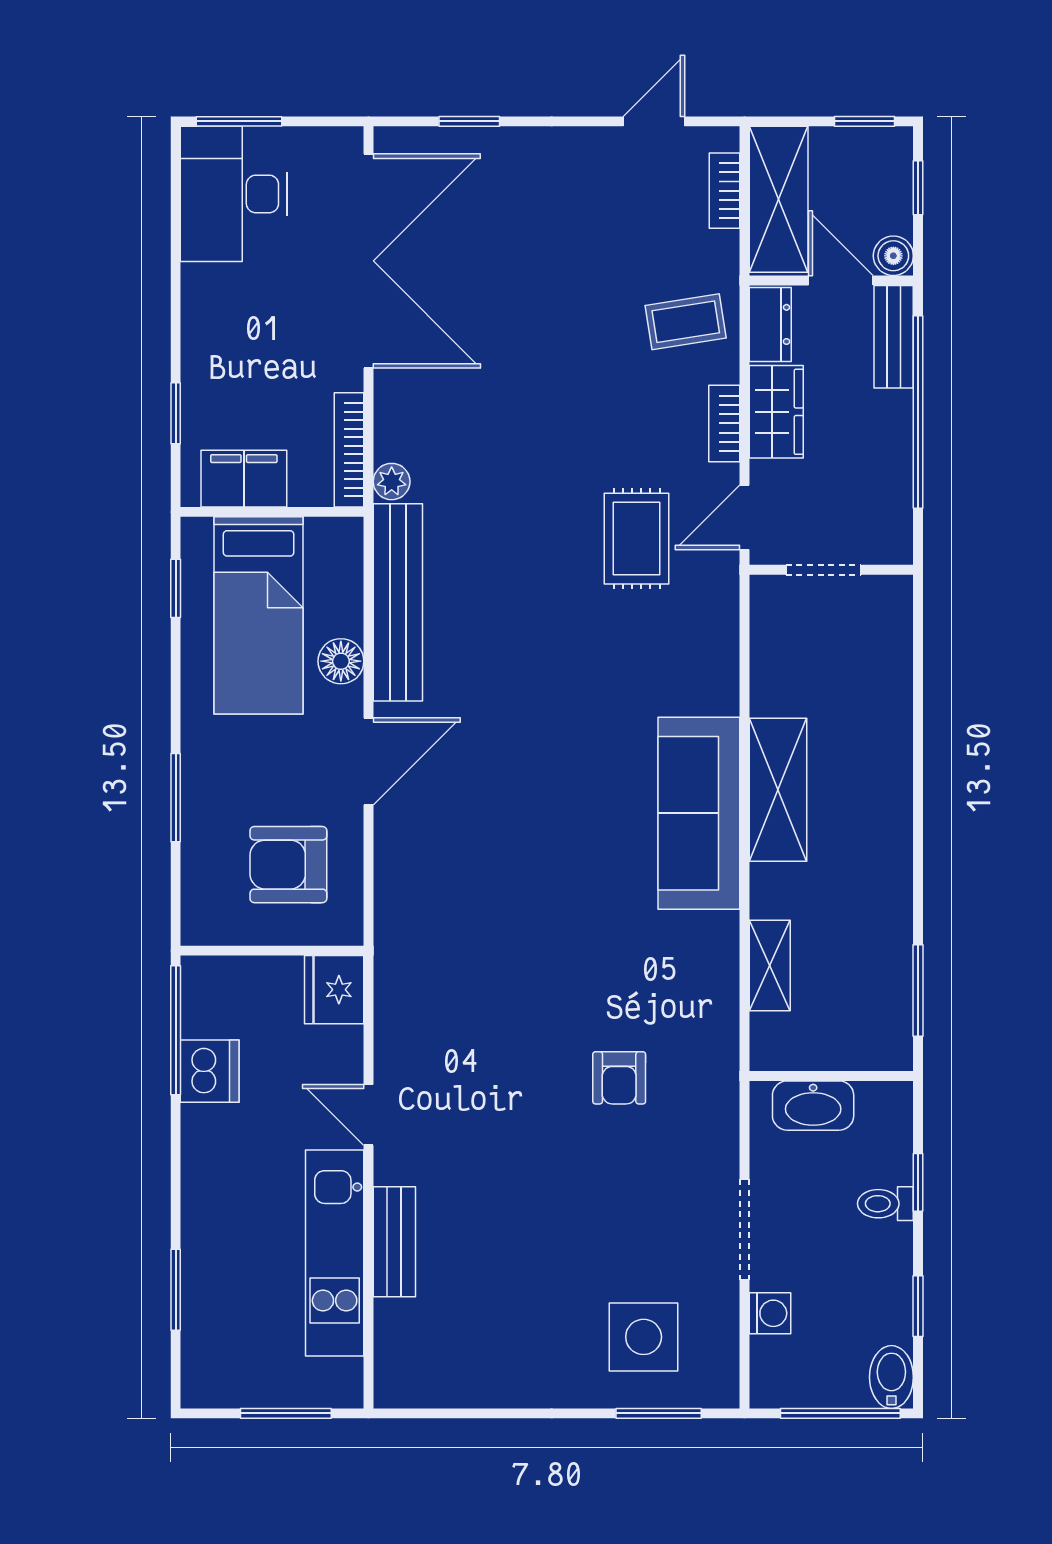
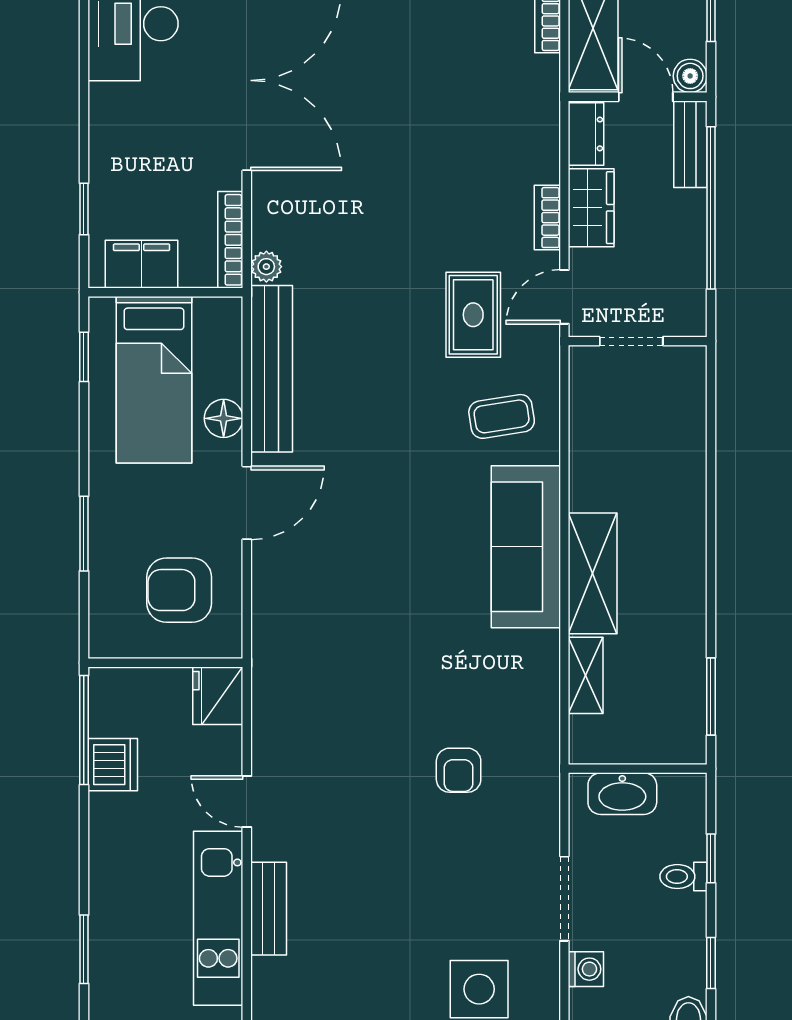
coffee table: (686, 322) -> (502, 416), moved
shelving: (778, 790) -> (593, 573), moved

